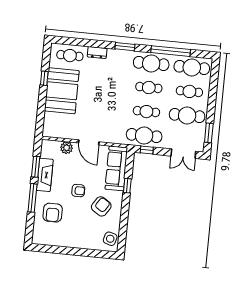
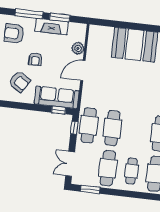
window: (44, 78) -> (147, 28), removed
cafe table: (149, 88) -> (136, 131), removed
cafe table: (146, 112) -> (112, 128), width x1.37, depth x1.35
window: (127, 186) -> (59, 110), moved

